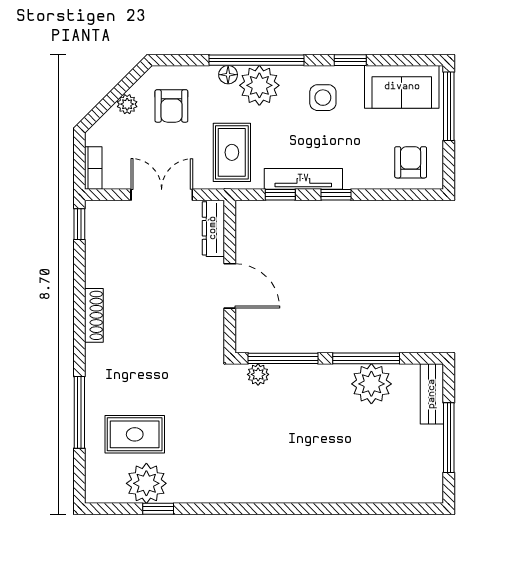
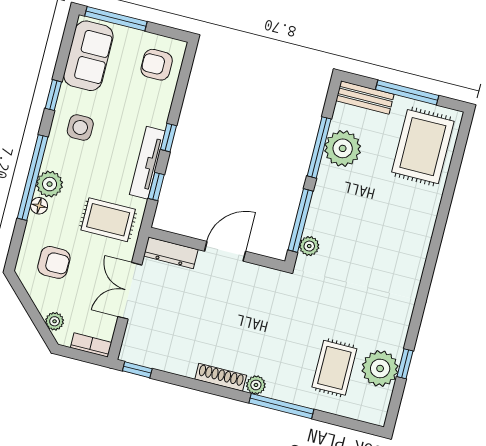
plant: (259, 85) -> (50, 184), width x0.73, depth x0.73
plant: (127, 104) -> (55, 321), moved
plant: (95, 355) -> (256, 385), added
window: (79, 412) -> (281, 406), moved
rug: (395, 469) -> (423, 147), added

